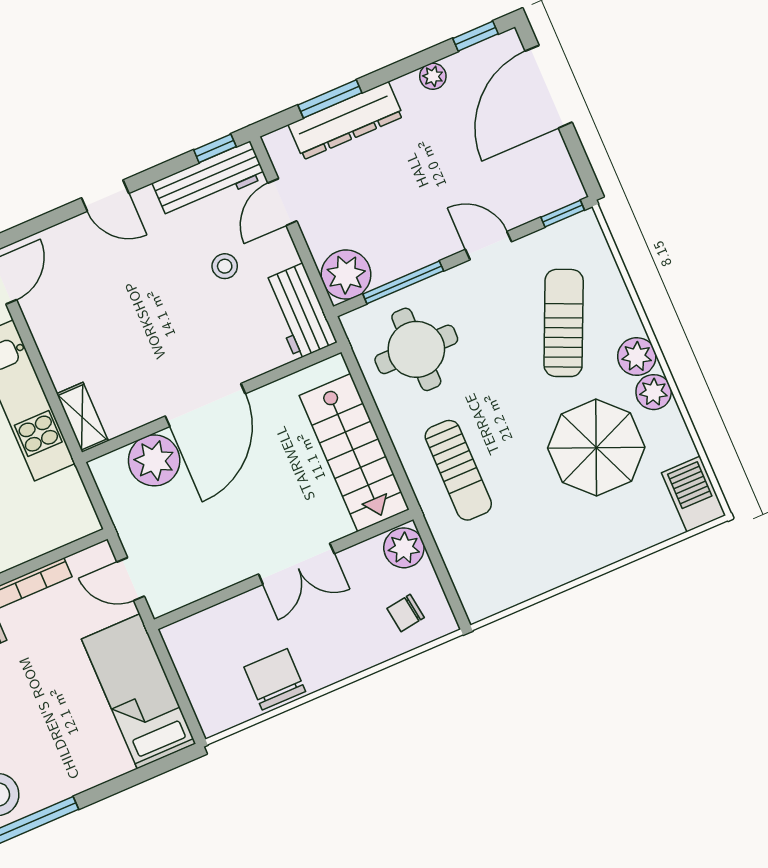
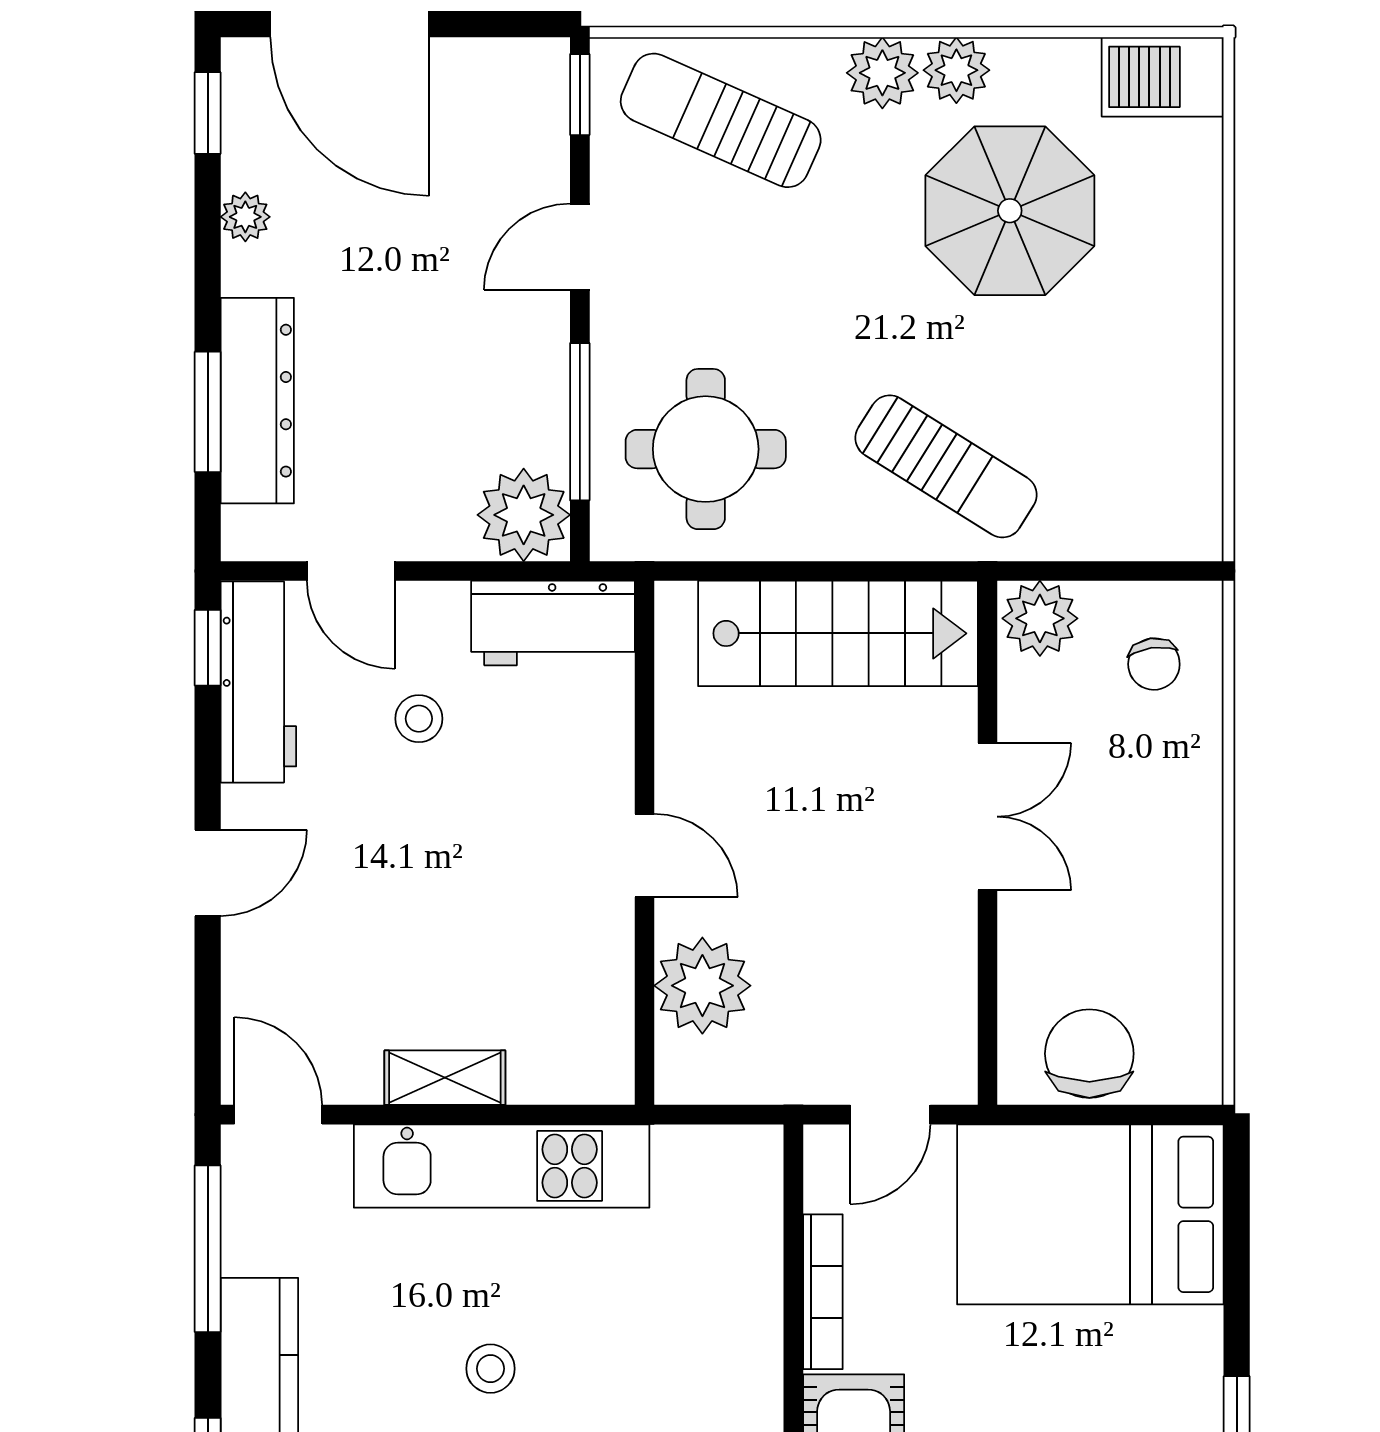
sun lounger: (564, 323) -> (721, 120), moved
door: (205, 405) -> (645, 856), width x0.53
shelving: (82, 417) -> (445, 1078), moved
sun lounger: (458, 470) -> (946, 466), turned 32
chair: (275, 679) -> (1089, 1054), moved, turned 90
bed: (139, 691) -> (1090, 1214), width x1.50

